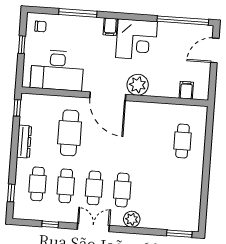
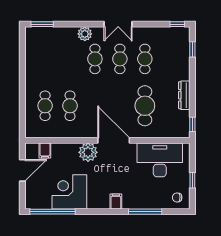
corner desk: (137, 40) -> (69, 192), moved
door: (215, 50) -> (22, 170), moved
cafe table: (38, 184) -> (70, 106), moved
window: (50, 224) -> (177, 24), moved

